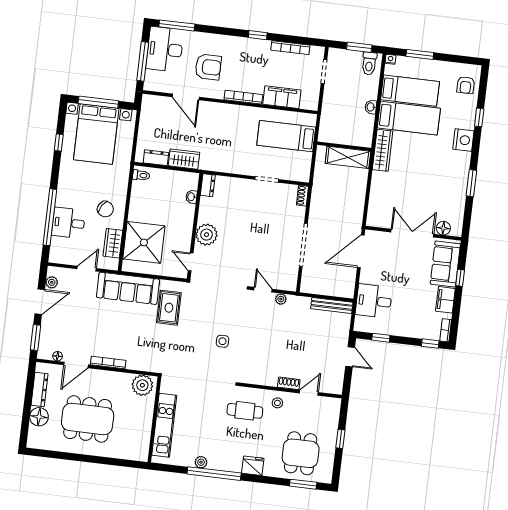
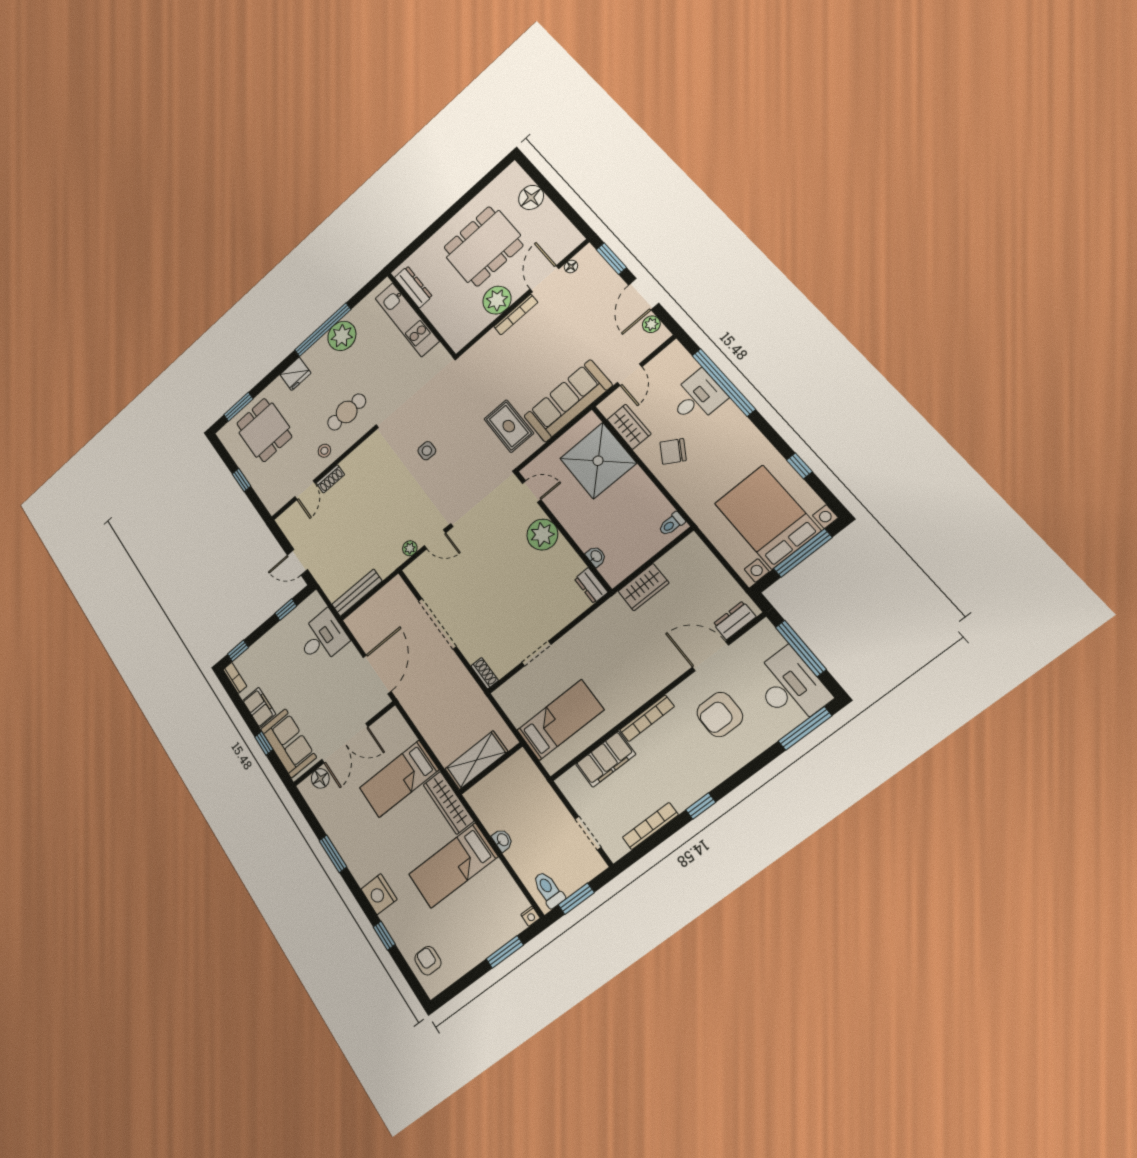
bed: (410, 91) -> (399, 779), moved
dresser: (156, 158) -> (735, 620), moved, turned 180
plant: (142, 385) -> (497, 300), moved
dresser: (40, 389) -> (413, 287), moved, turned 180
plant: (201, 462) -> (342, 336), width x1.88, depth x1.88

